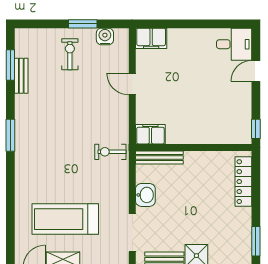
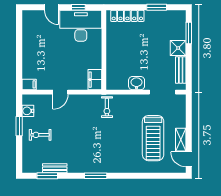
filing cabinet: (151, 38) -> (29, 84), width x0.50
desk: (234, 44) -> (81, 26), moved, width x1.87, depth x1.30
window: (256, 129) -> (78, 7), moved
bench: (159, 157) -> (111, 74), removed
window: (256, 241) -> (157, 7), moved

